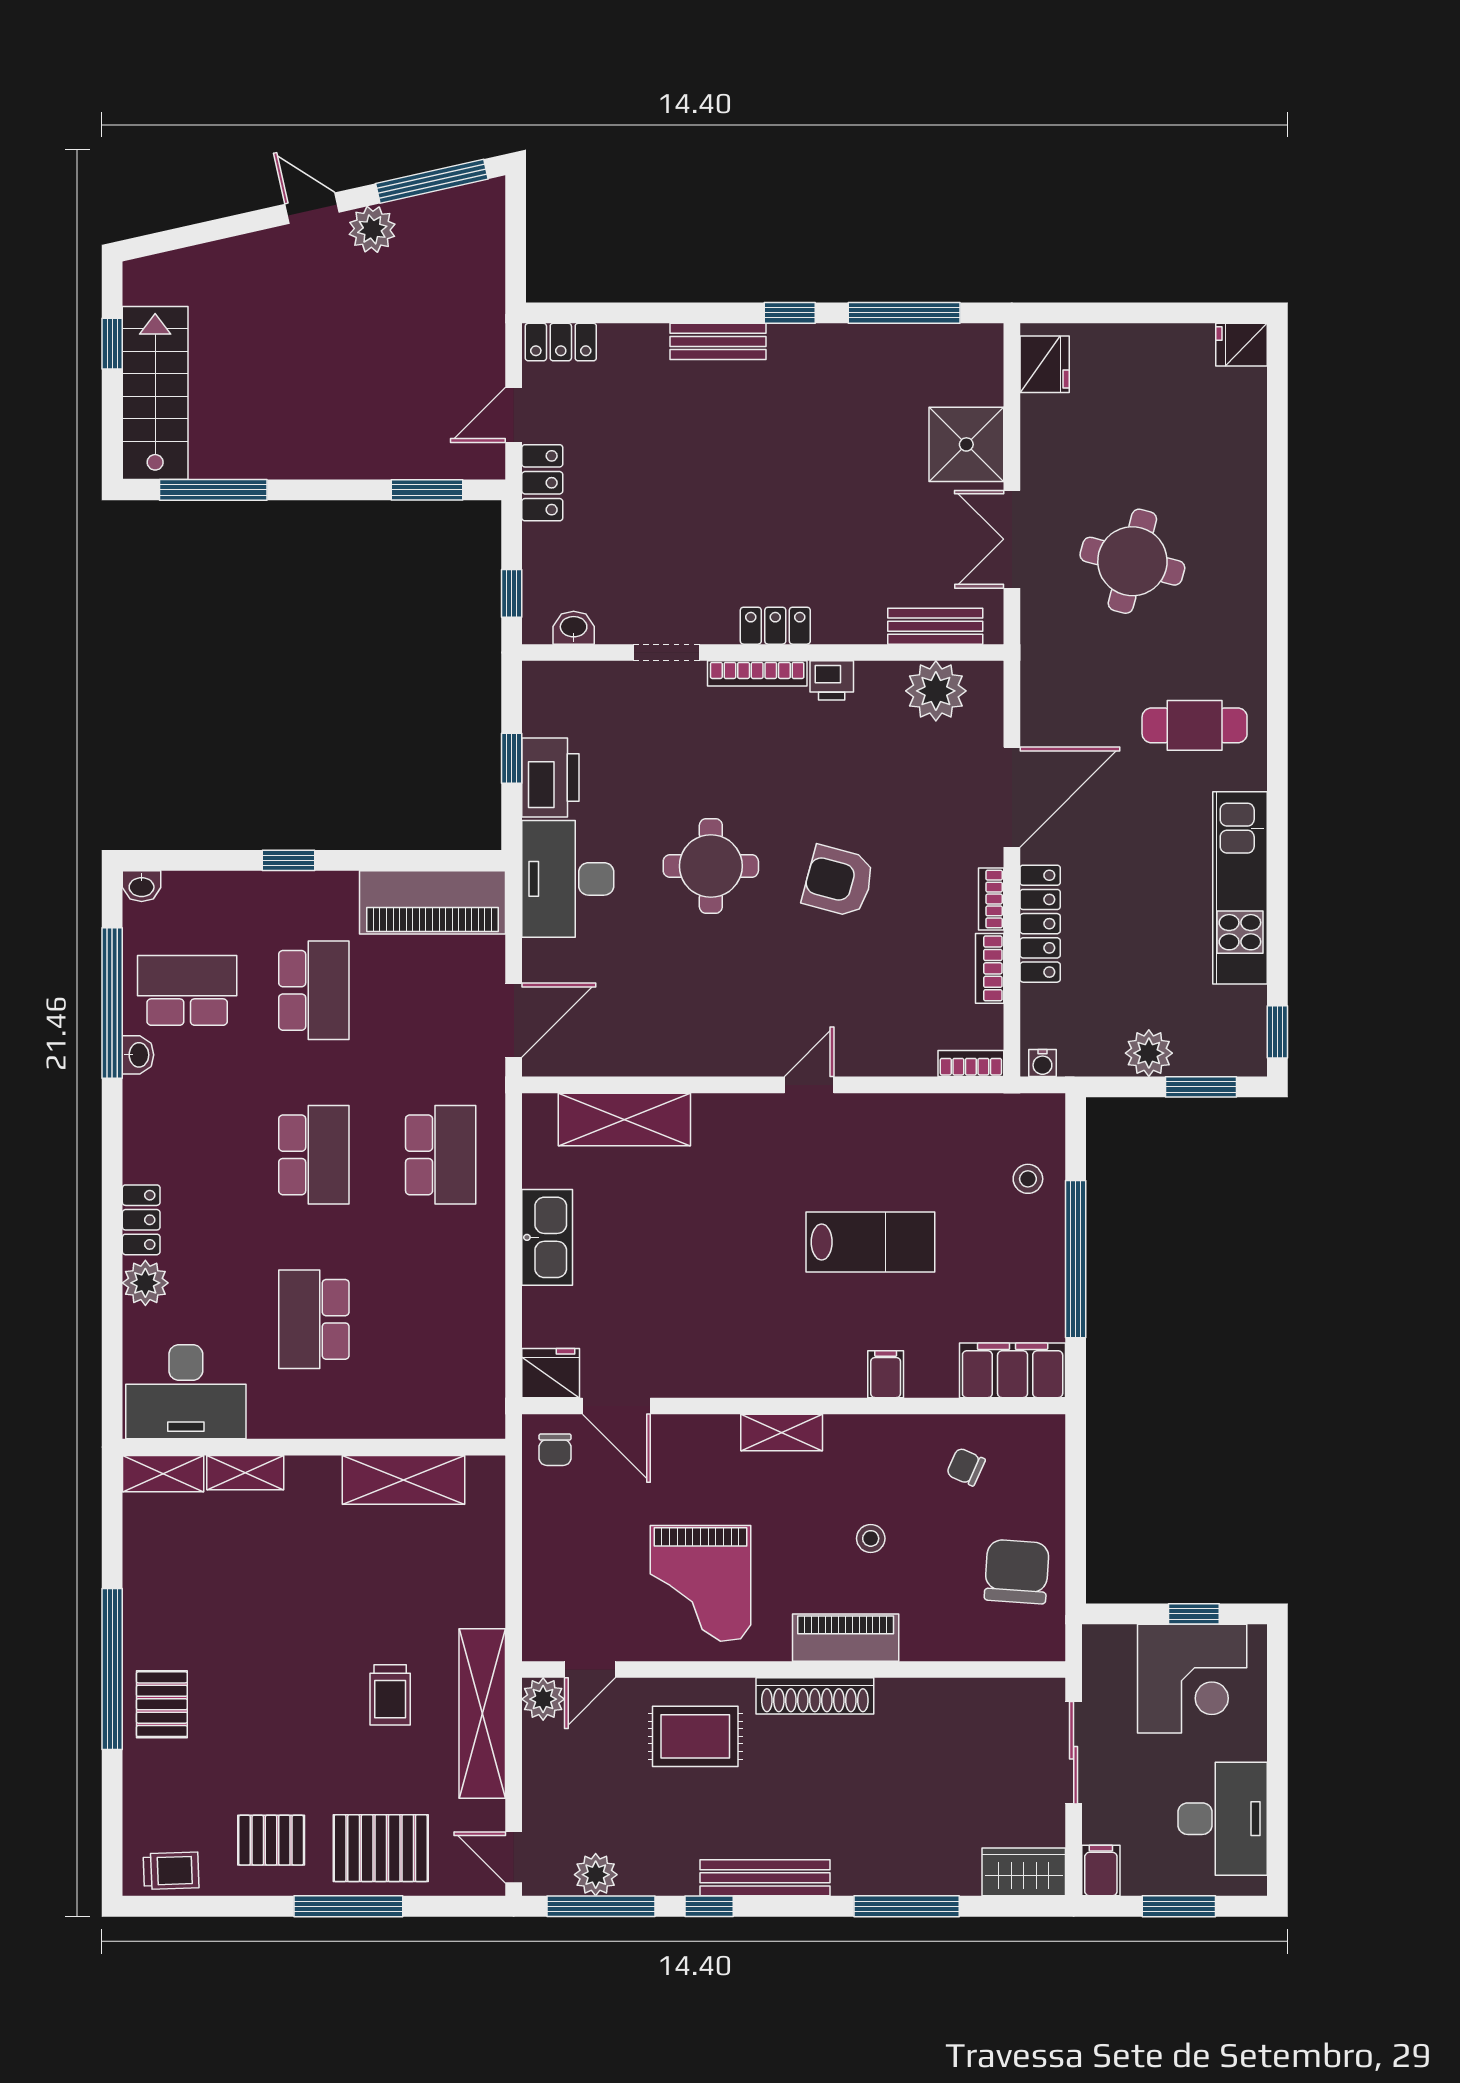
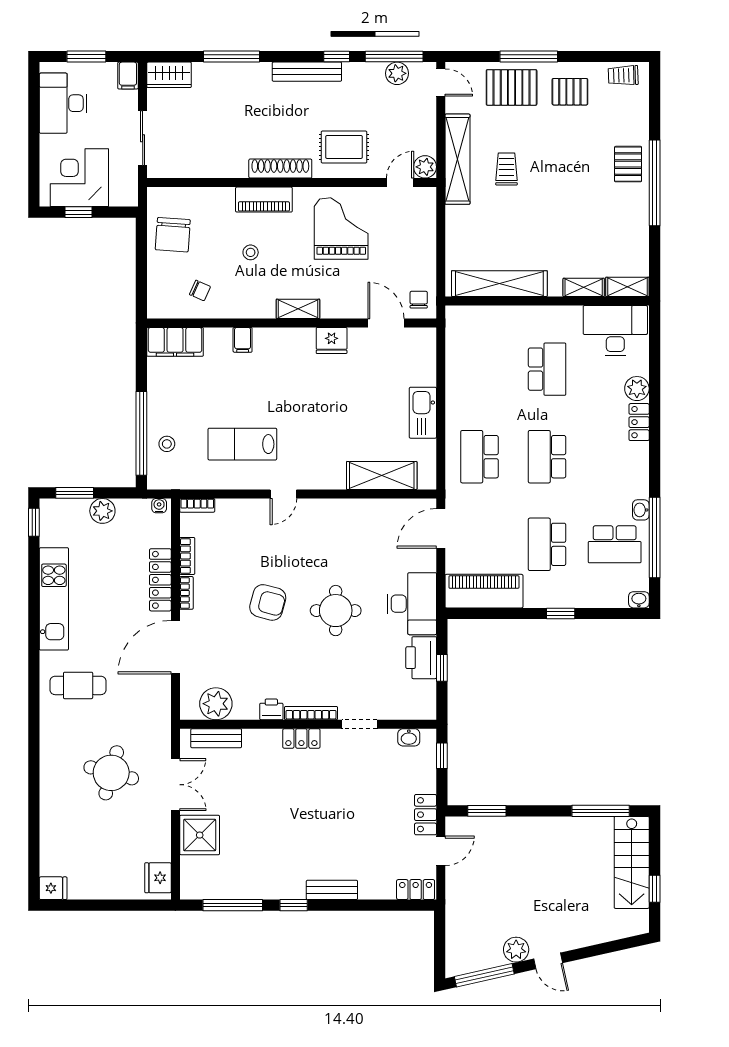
lab bench: (870, 1242) -> (242, 444), moved
window: (1076, 1259) -> (141, 433), moved
fridge: (551, 1373) -> (332, 340), moved
shelving: (403, 1480) -> (499, 284), width x1.47

